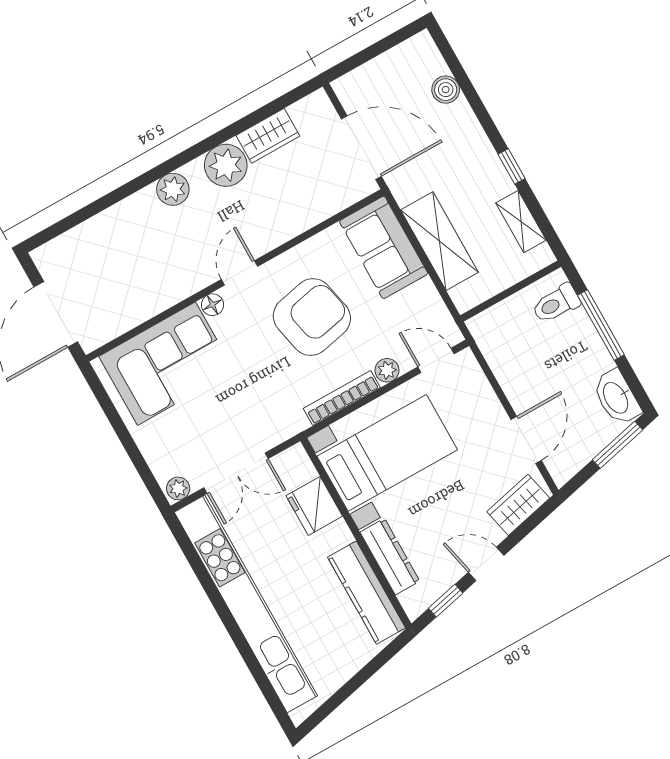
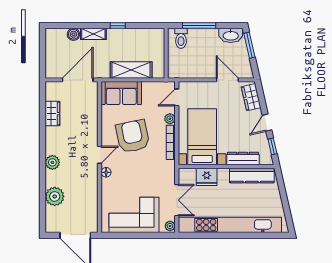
plant: (226, 165) -> (55, 196), moved
shelving: (521, 222) -> (93, 34), moved
door: (239, 273) -> (100, 155), swing flipped
corner sofa: (166, 364) -> (134, 215), moved, turned -90

